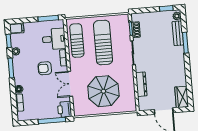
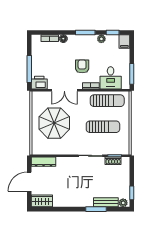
sun lounger: (103, 42) -> (103, 127), width x0.73, depth x0.75
double door: (70, 84) -> (64, 90), swing flipped
dresser: (141, 84) -> (44, 162), moved

